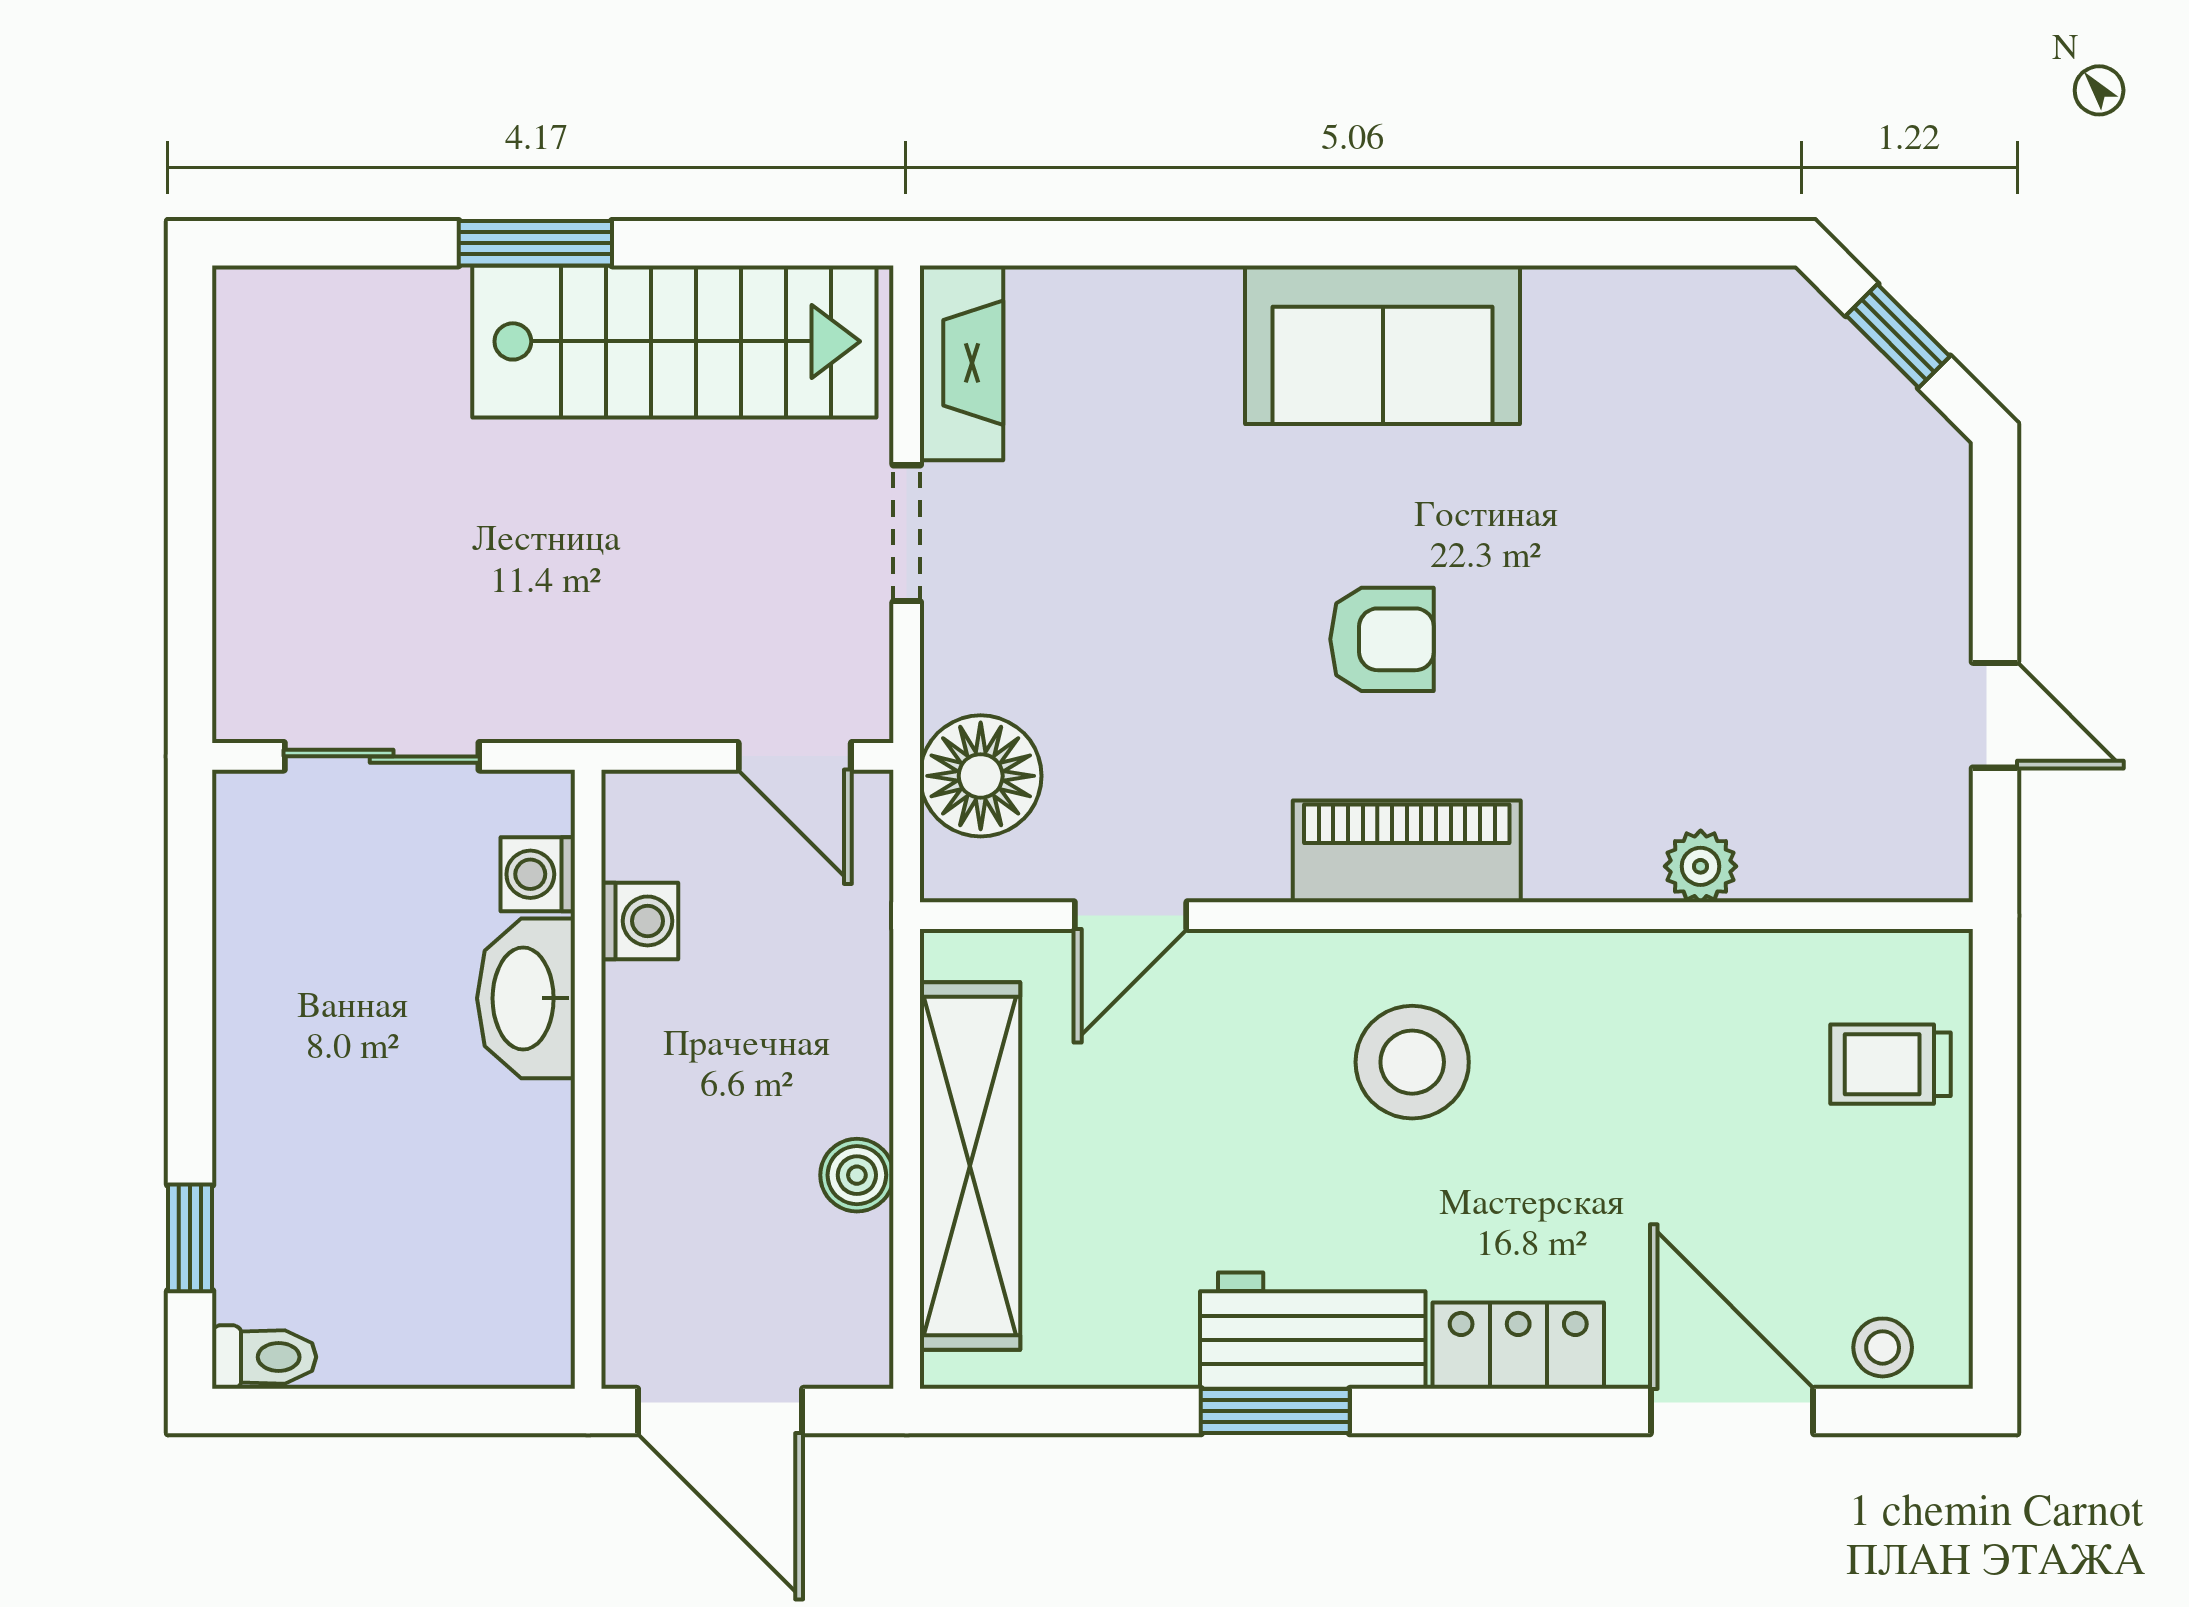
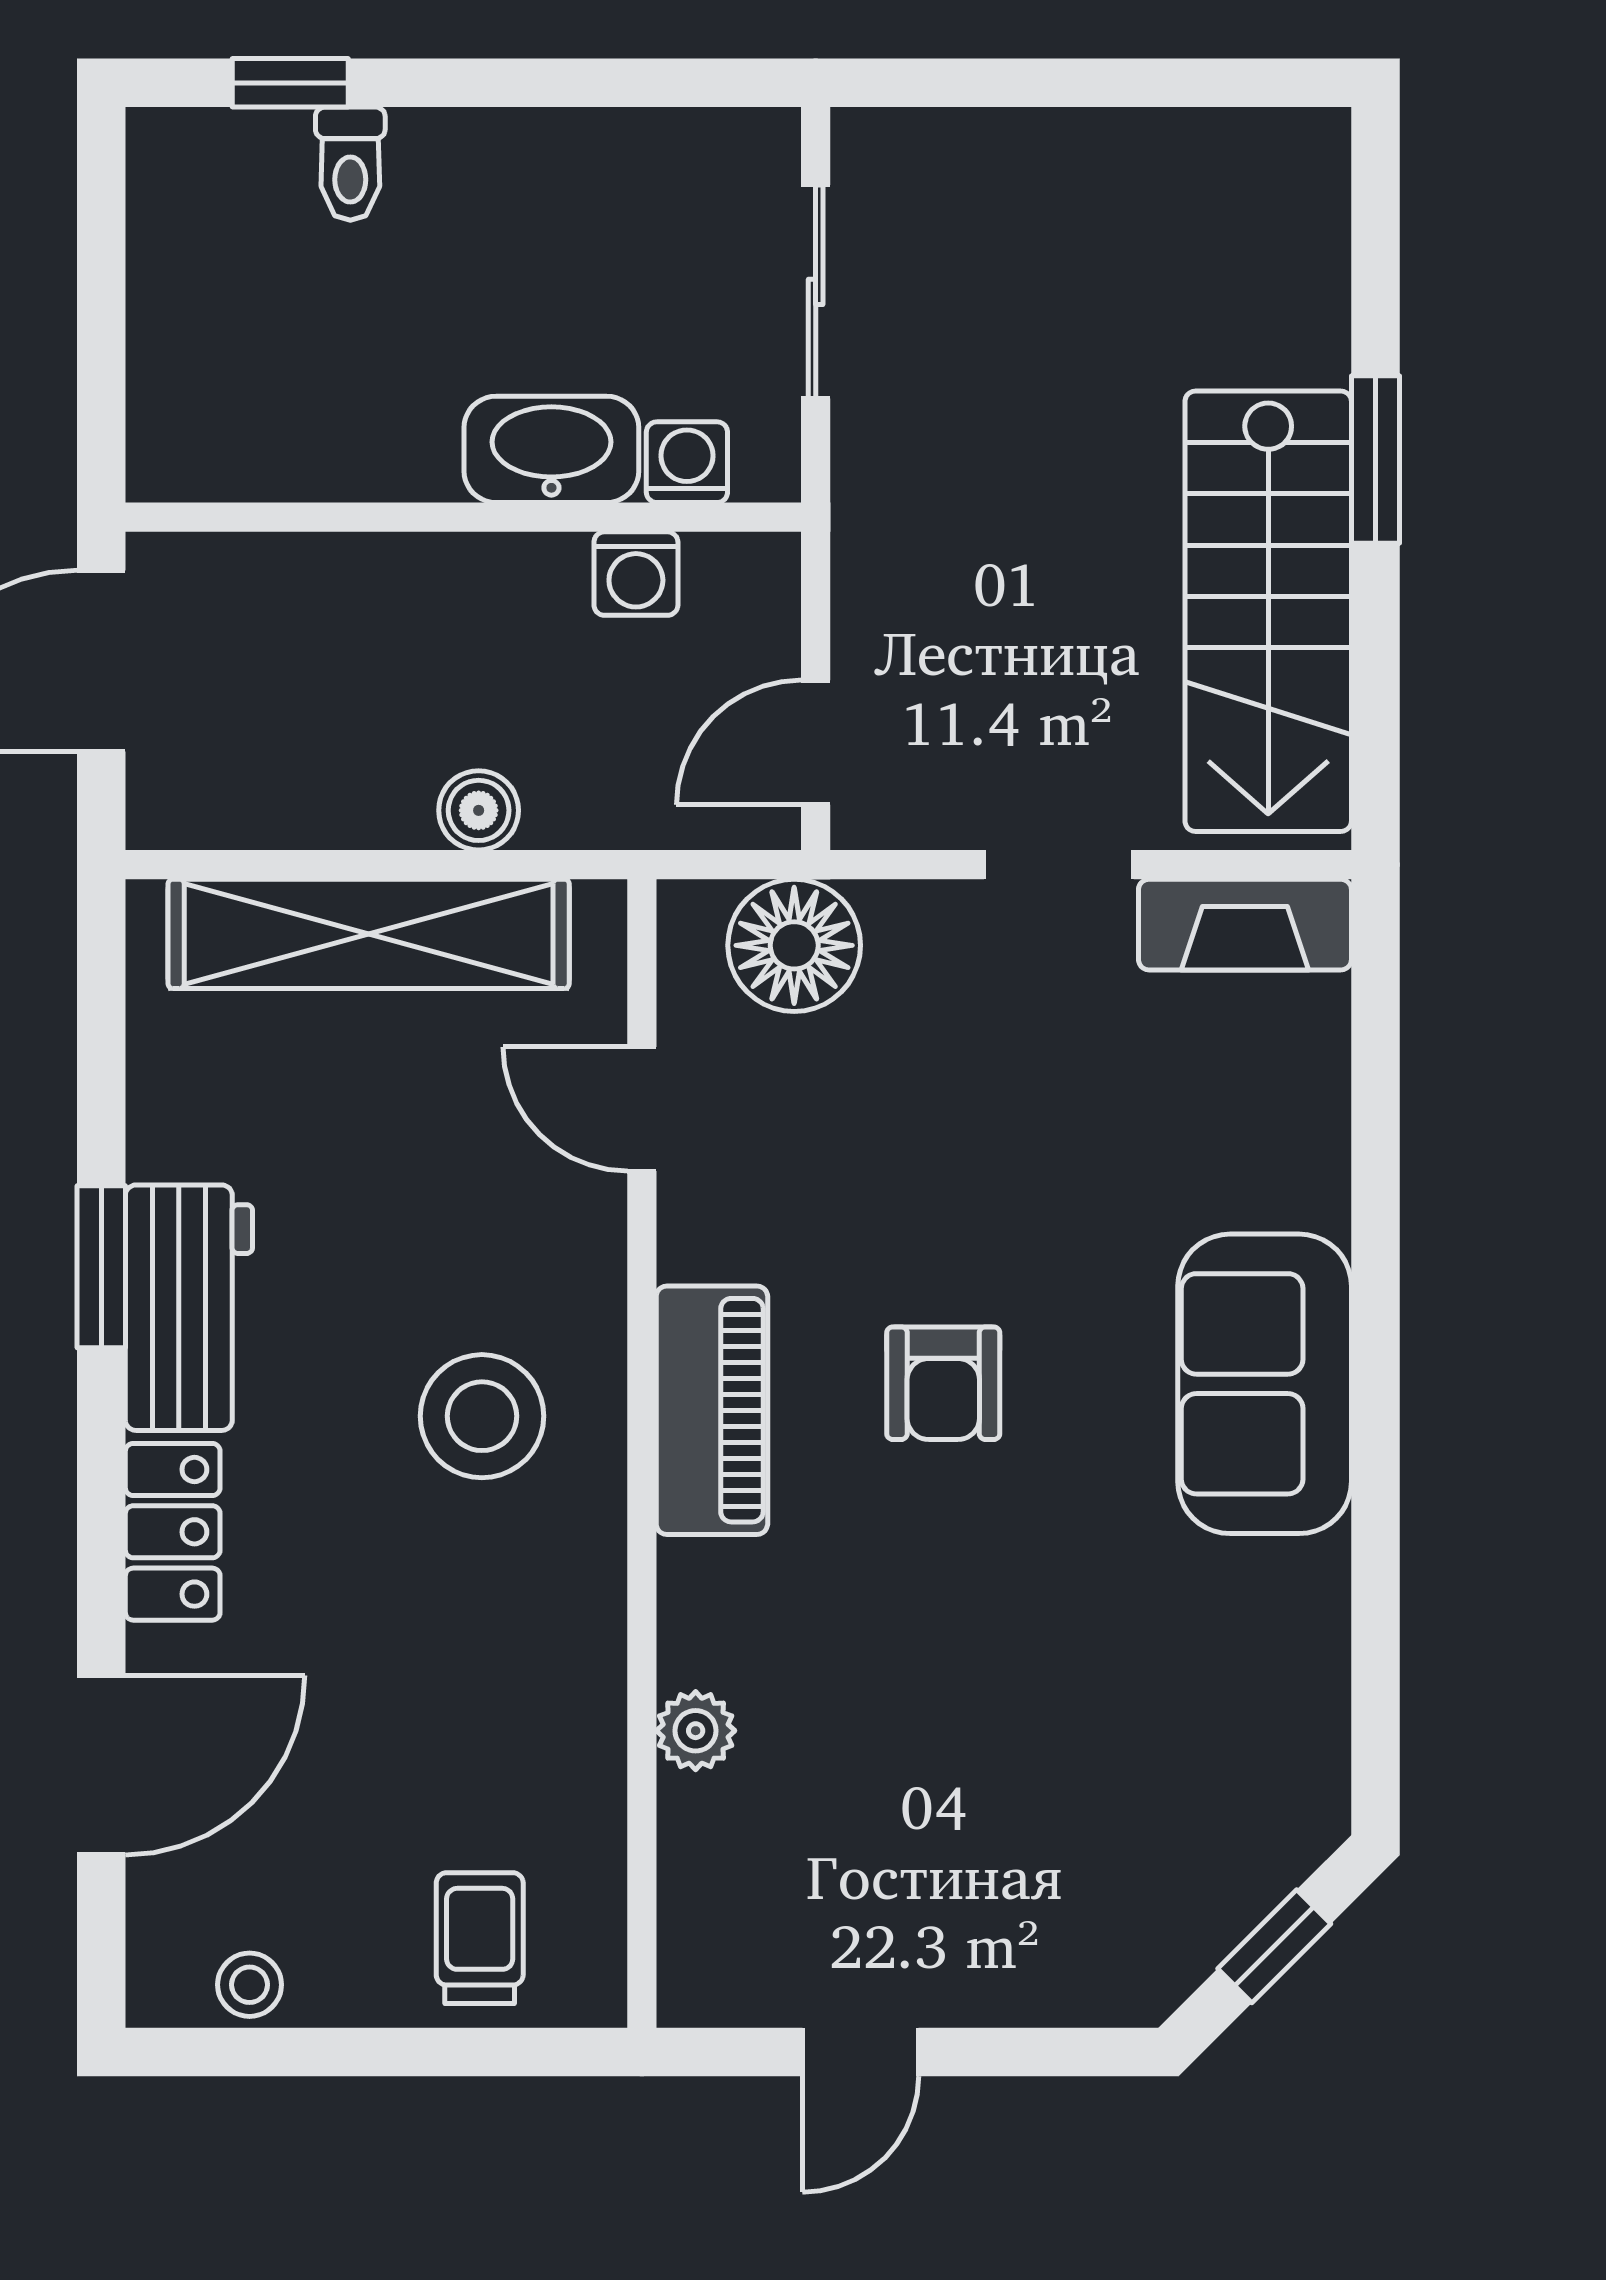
boiler: (857, 1175) -> (479, 810), moved
stool: (1883, 1347) -> (250, 1985), moved
toilet: (264, 1357) -> (350, 164), moved

